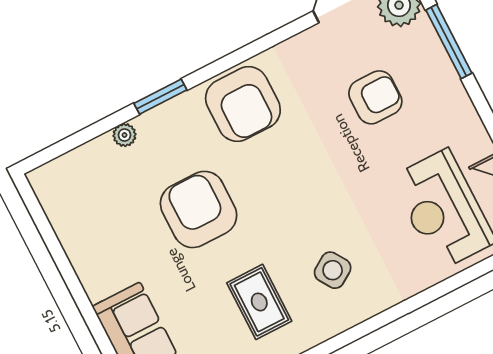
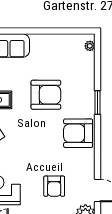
plant: (124, 135) -> (90, 46), moved

